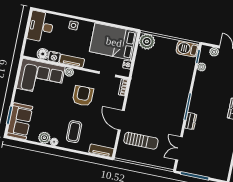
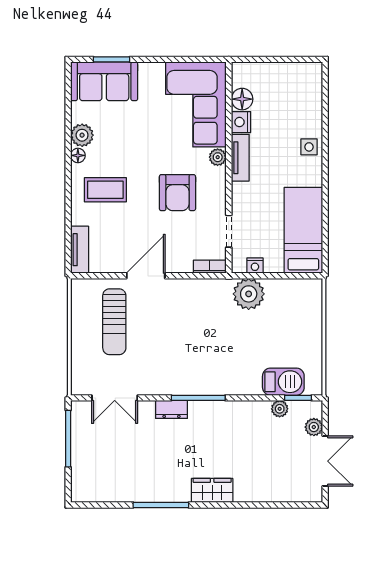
desk: (41, 27) -> (294, 85), removed
bed: (114, 42) -> (303, 230), width x0.67
plant: (147, 42) -> (249, 294), moved
barbecue: (187, 49) -> (283, 382), moved, turned 90
armchair: (83, 96) -> (177, 193), turned 90
double door: (179, 148) -> (115, 398), swing flipped

